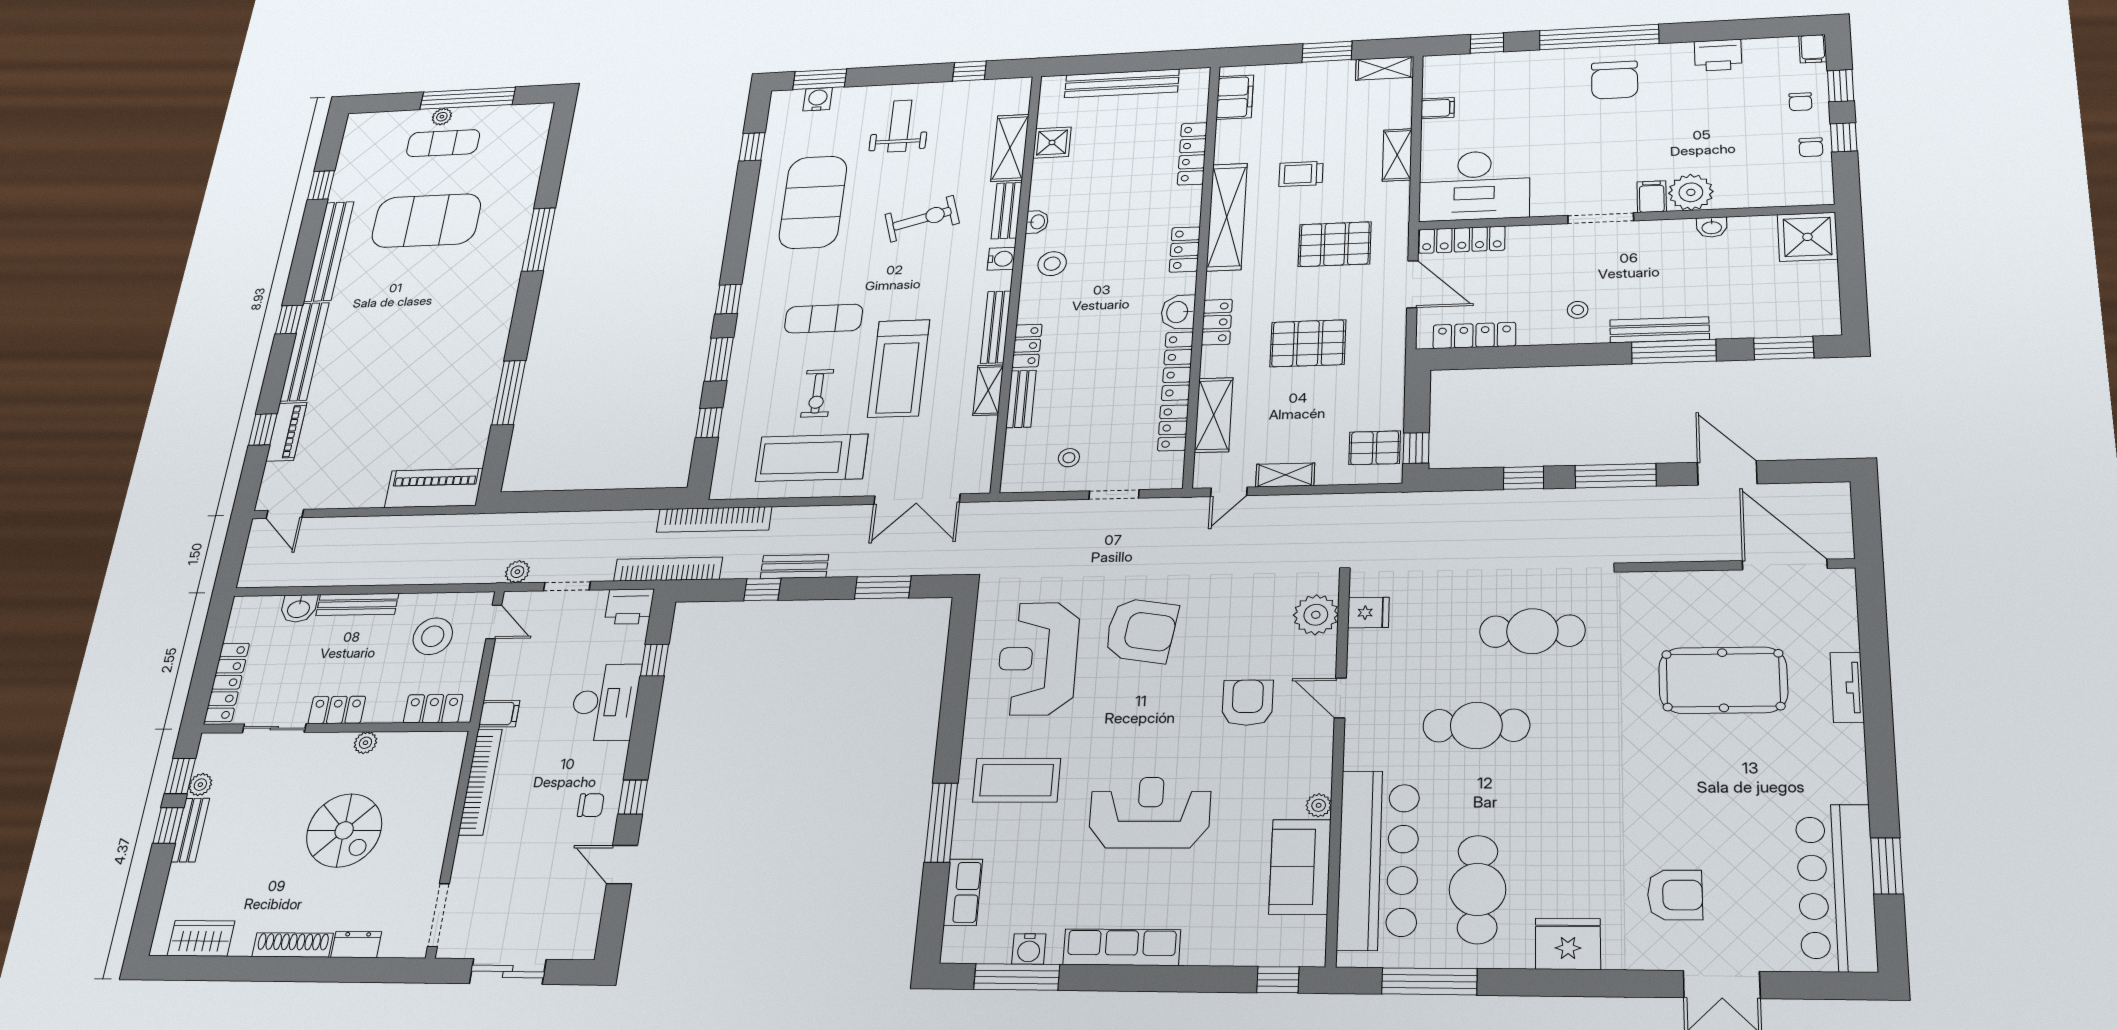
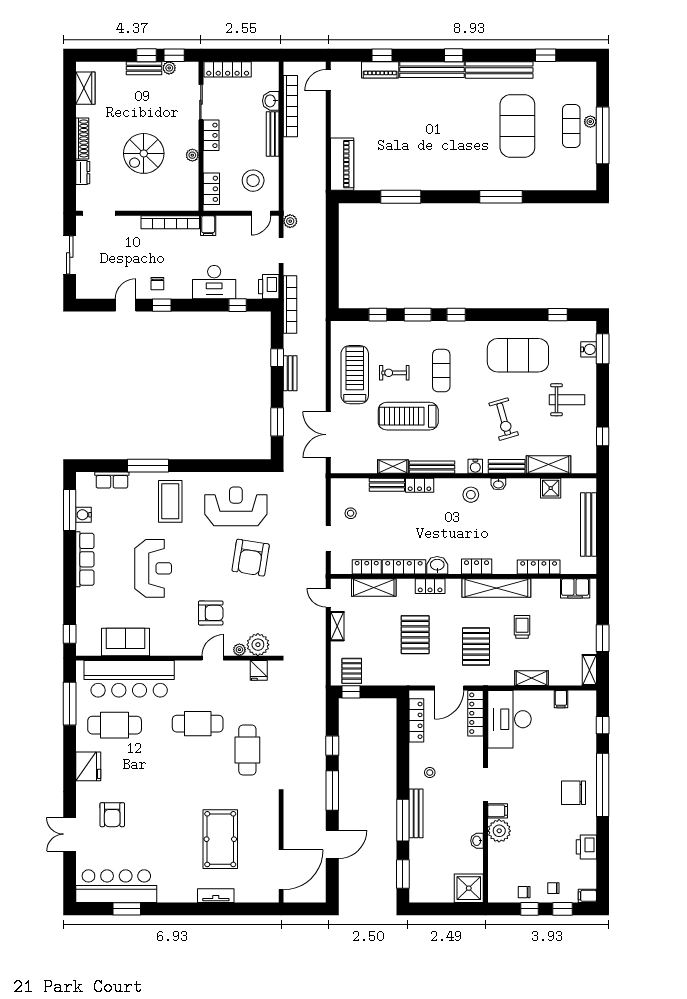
bookcase: (714, 519) -> (290, 106), moved, turned 180
cafe table: (1476, 725) -> (198, 724), turned 90
plant: (1319, 805) -> (239, 650), moved

